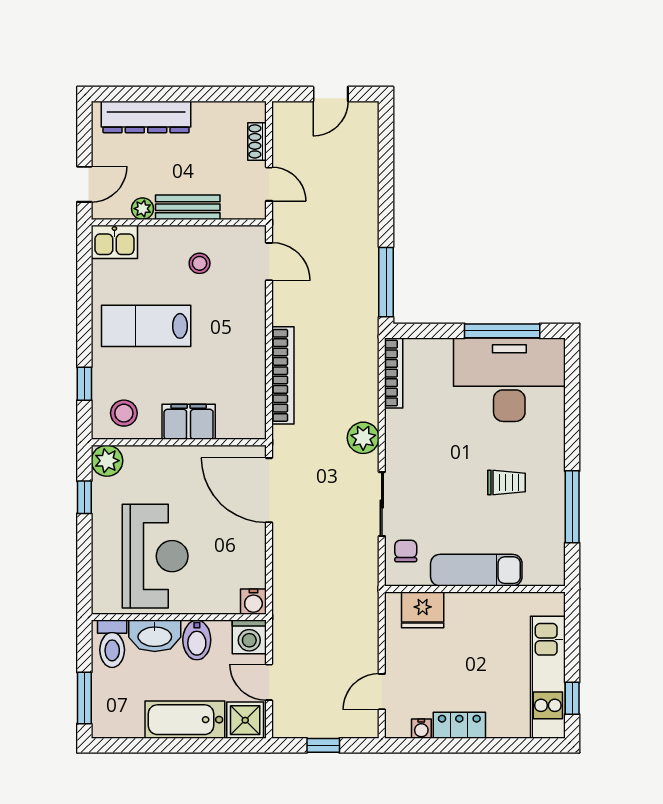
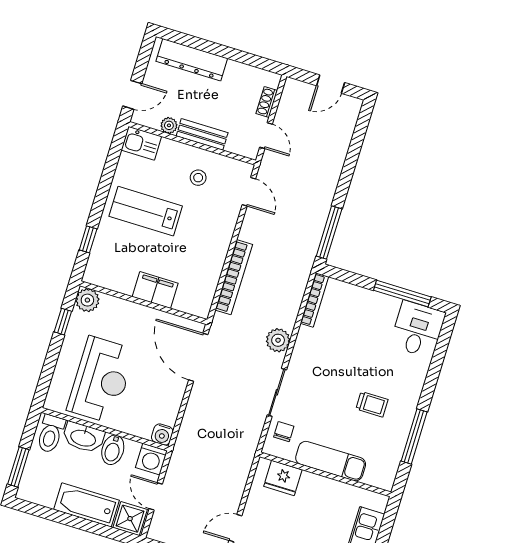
desk: (509, 380) -> (418, 329), width x0.53, depth x0.77
stool: (124, 413) -> (110, 269), removed

